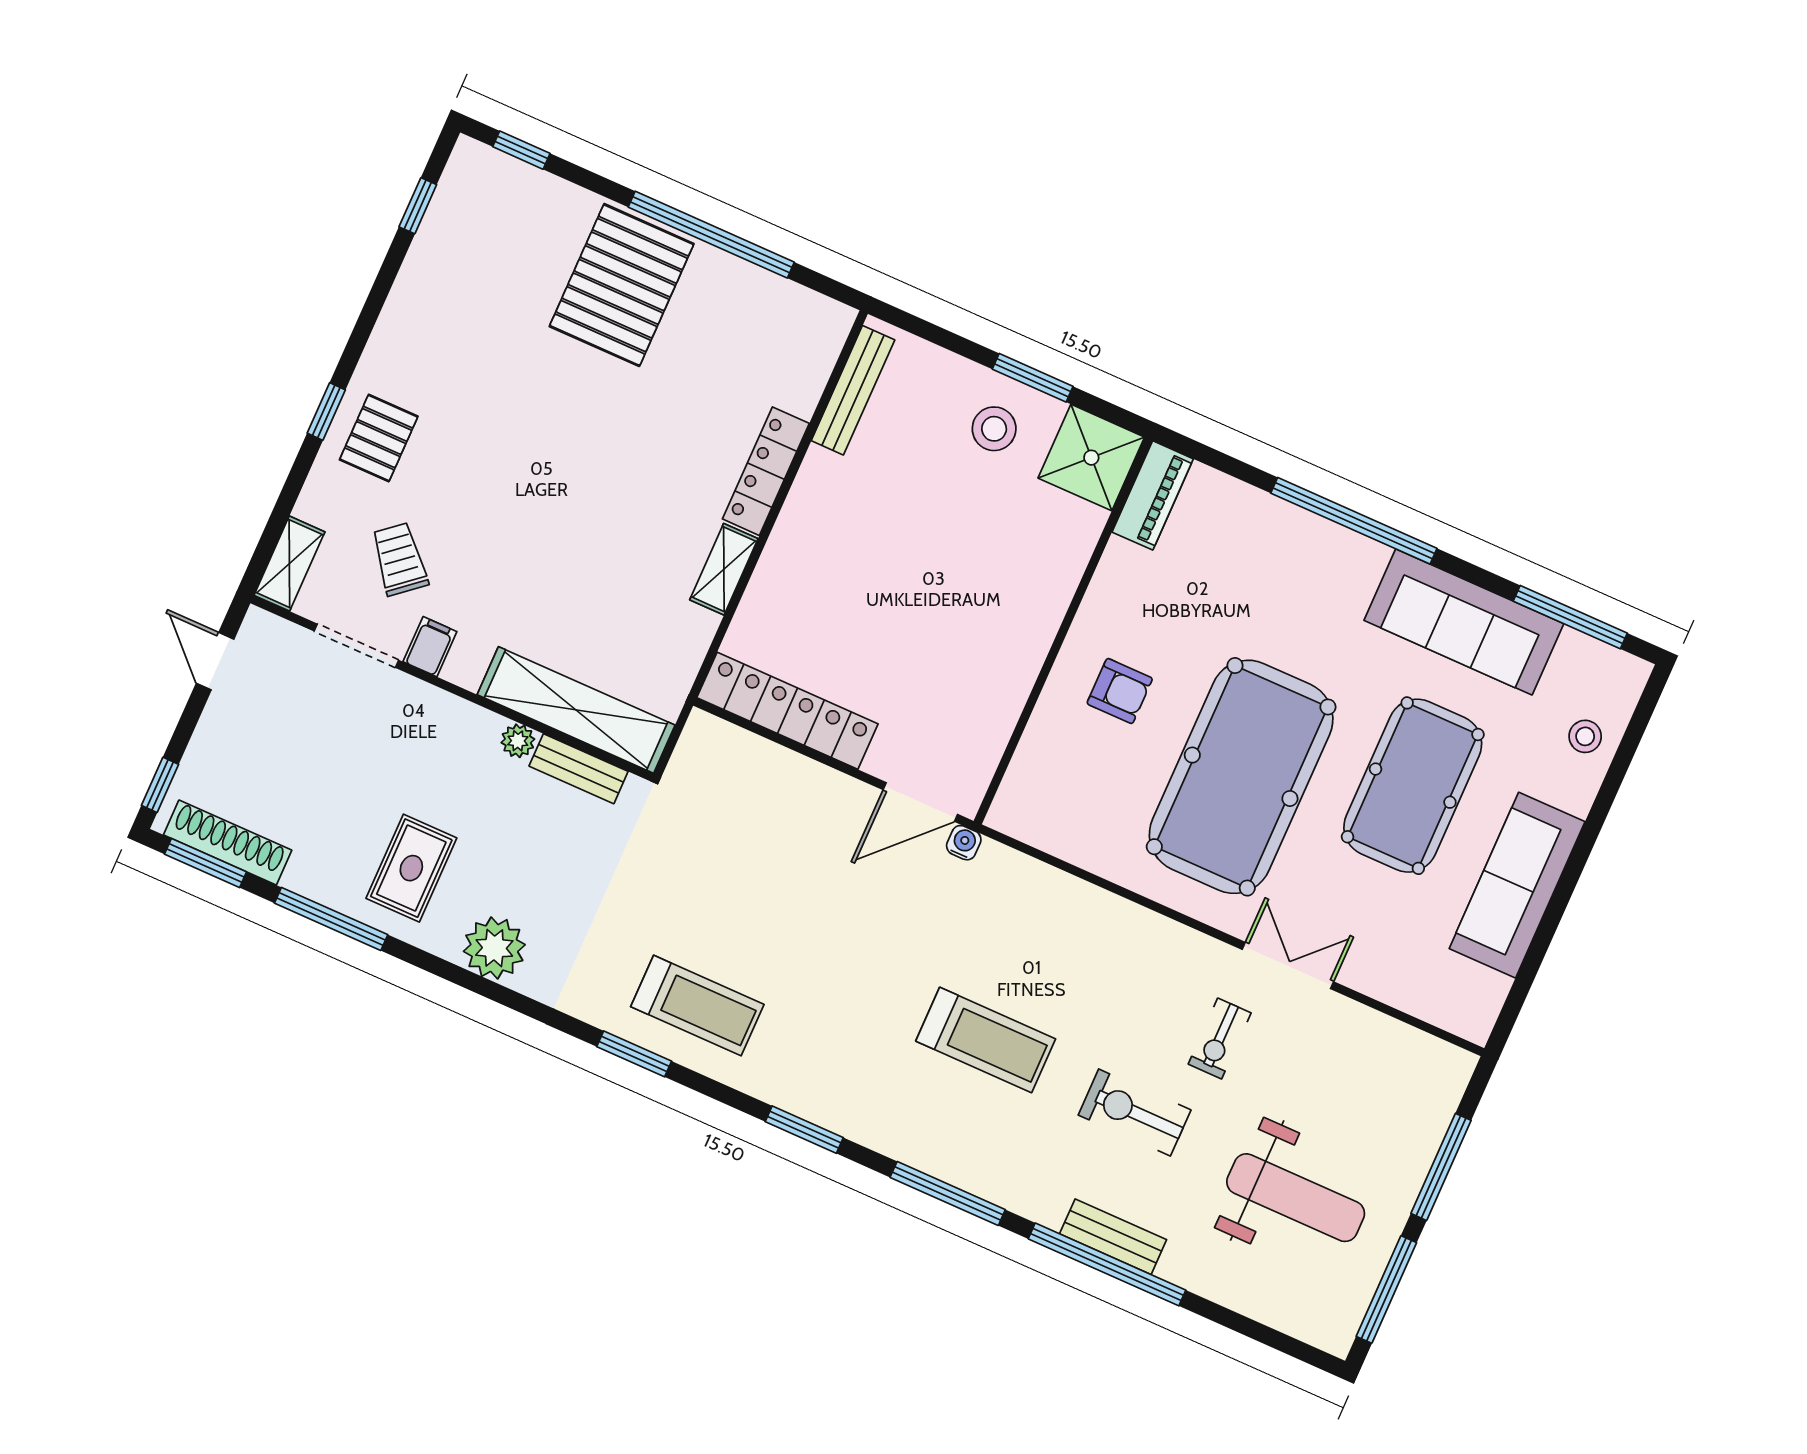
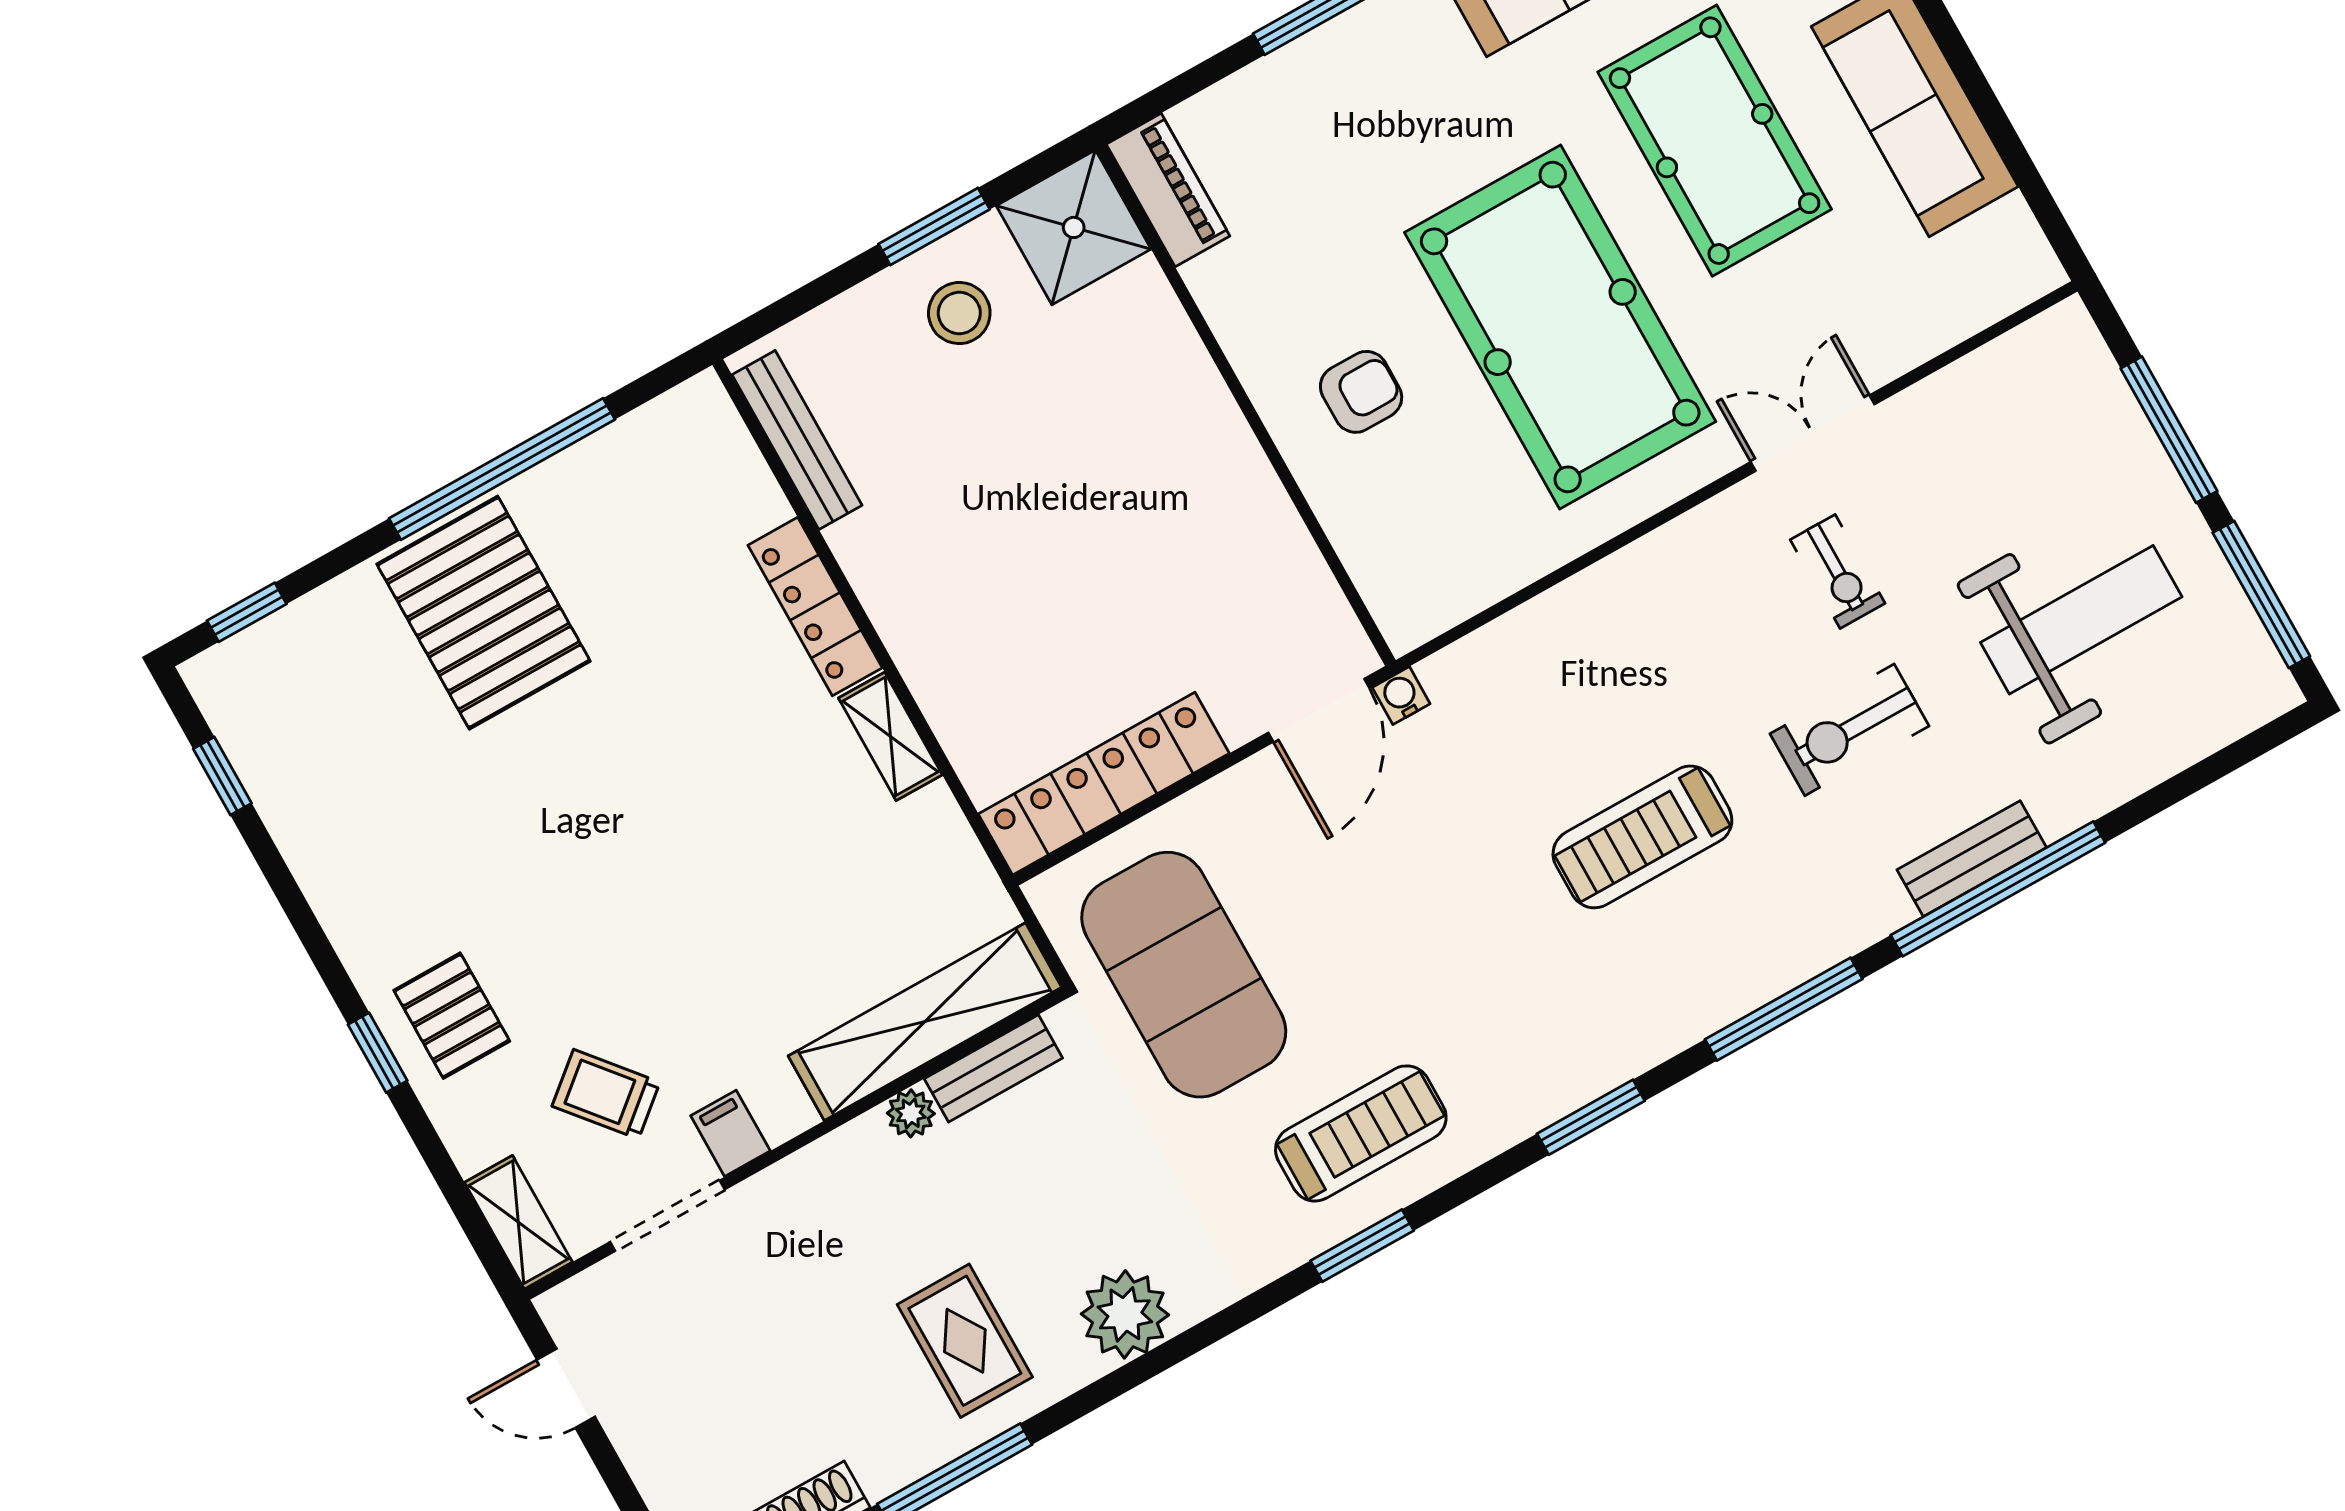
exercise mat: (713, 837) -> (1184, 975), added
treadmill: (986, 1040) -> (1642, 837), turned 180

